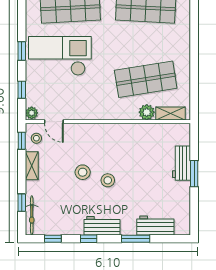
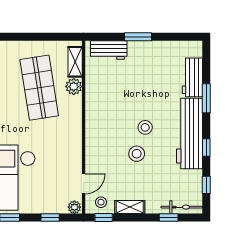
workbench: (182, 163) -> (109, 50), moved
workbench: (102, 226) -> (190, 133), width x1.87, depth x1.32

